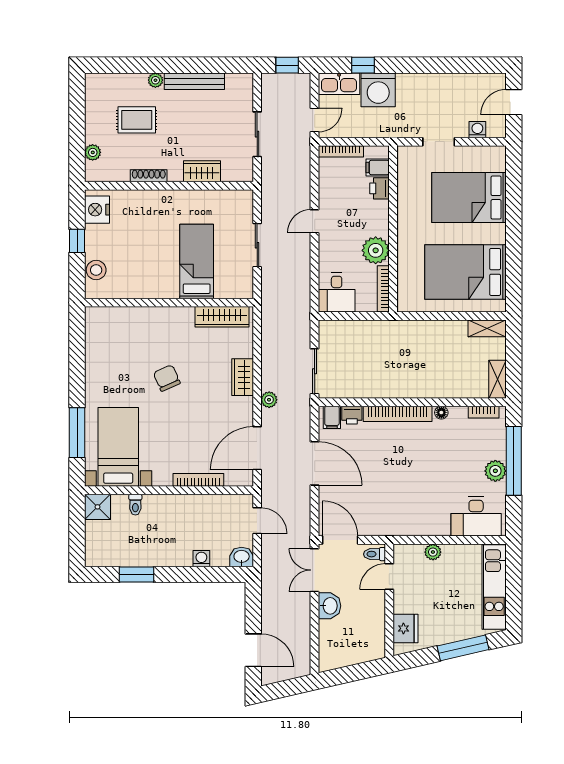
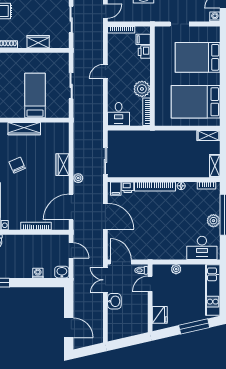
washing machine: (477, 130) -> (215, 17), moved
wardrobe: (222, 317) -> (24, 129), moved

